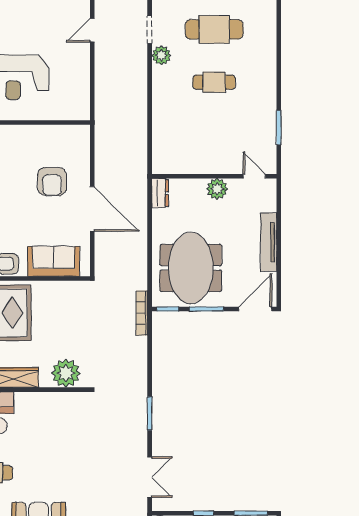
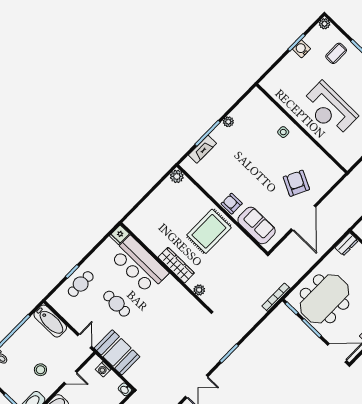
armchair: (52, 181) -> (296, 183), turned 116
plant: (66, 373) -> (199, 290), width x0.53, depth x0.53

